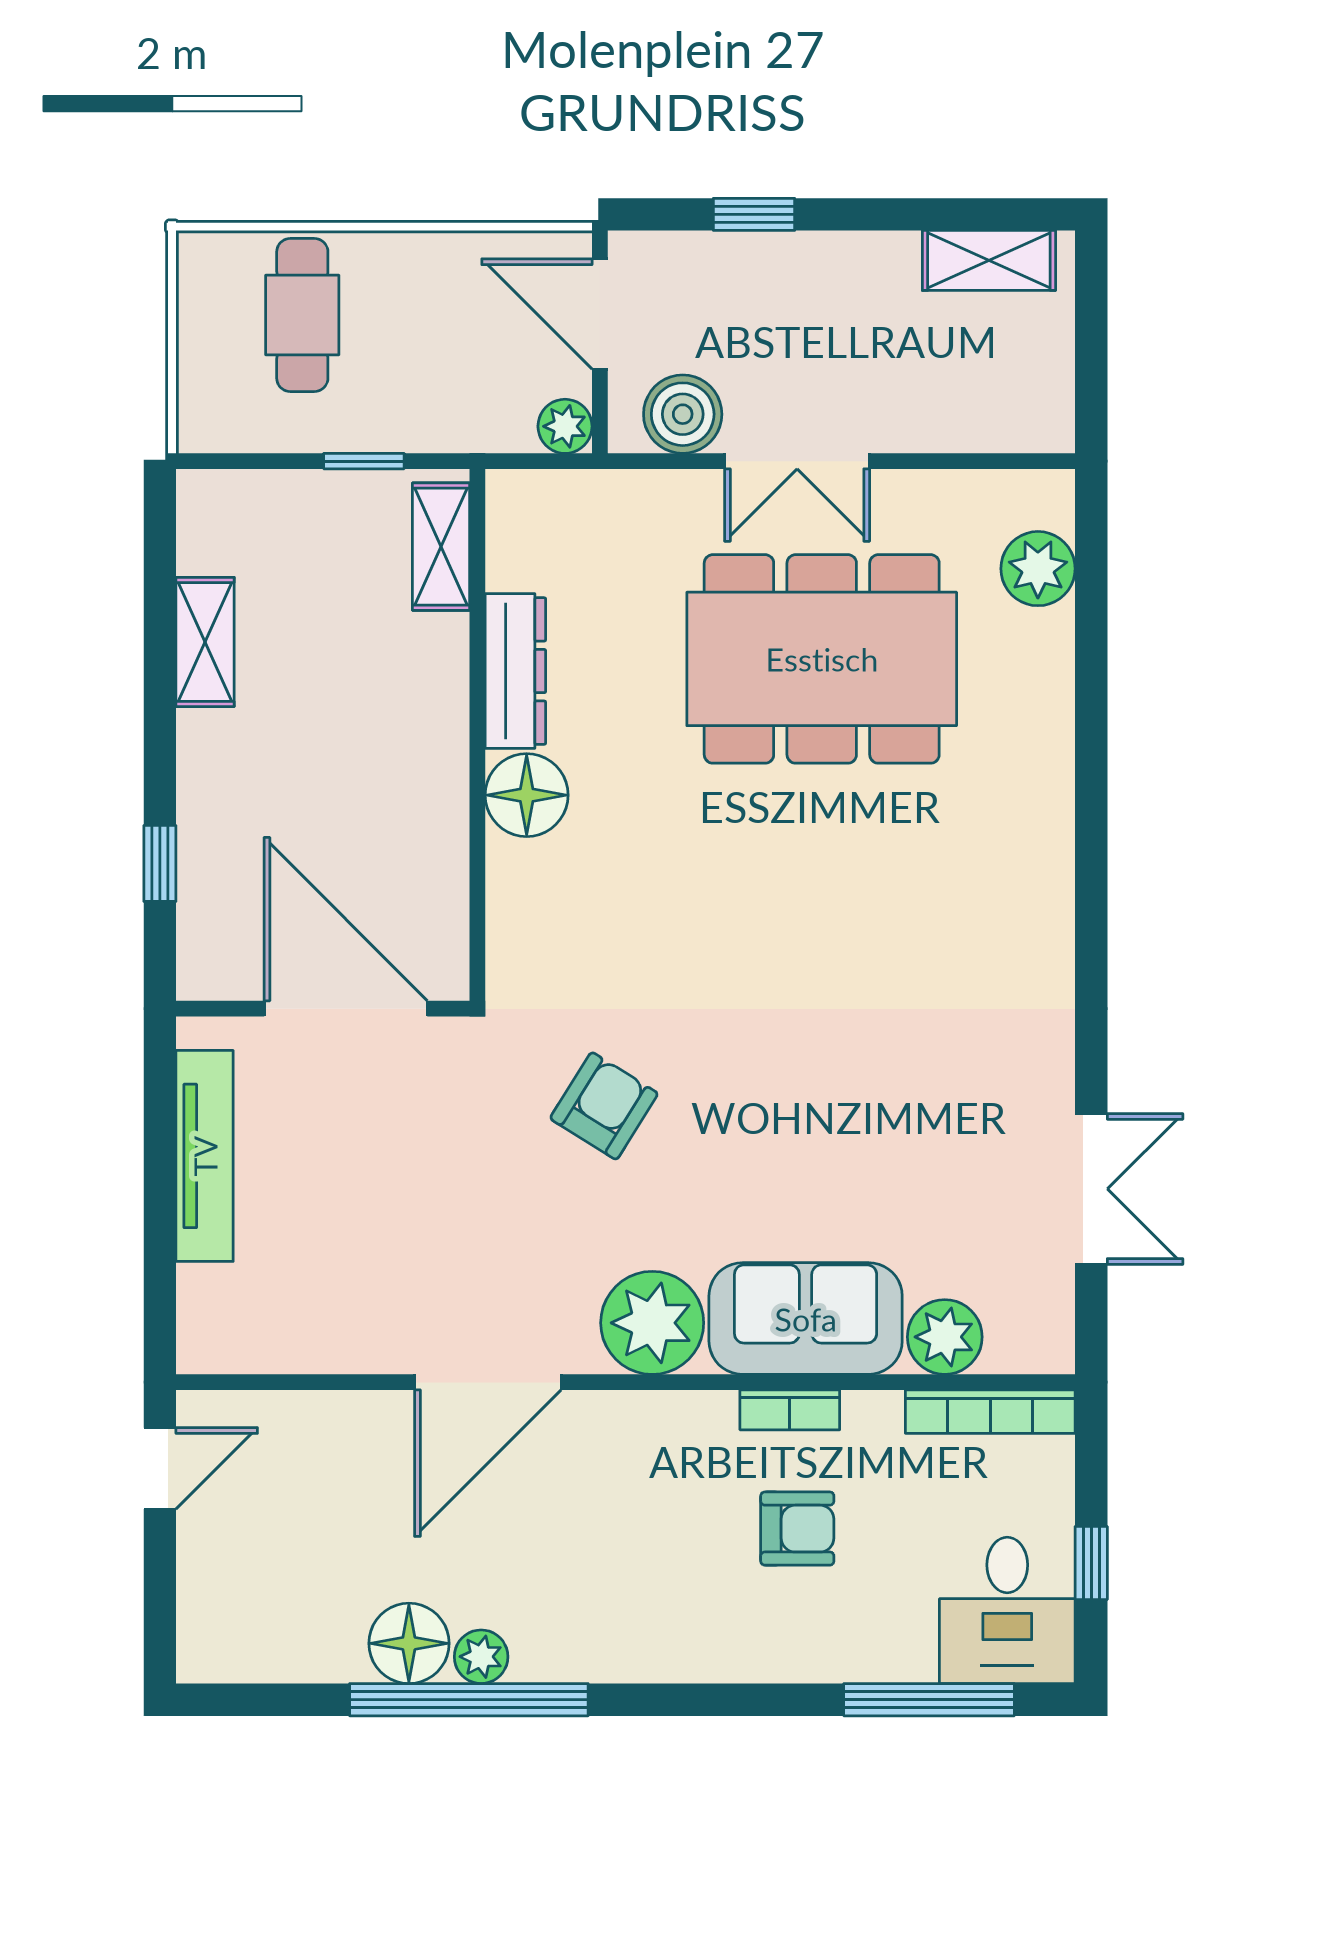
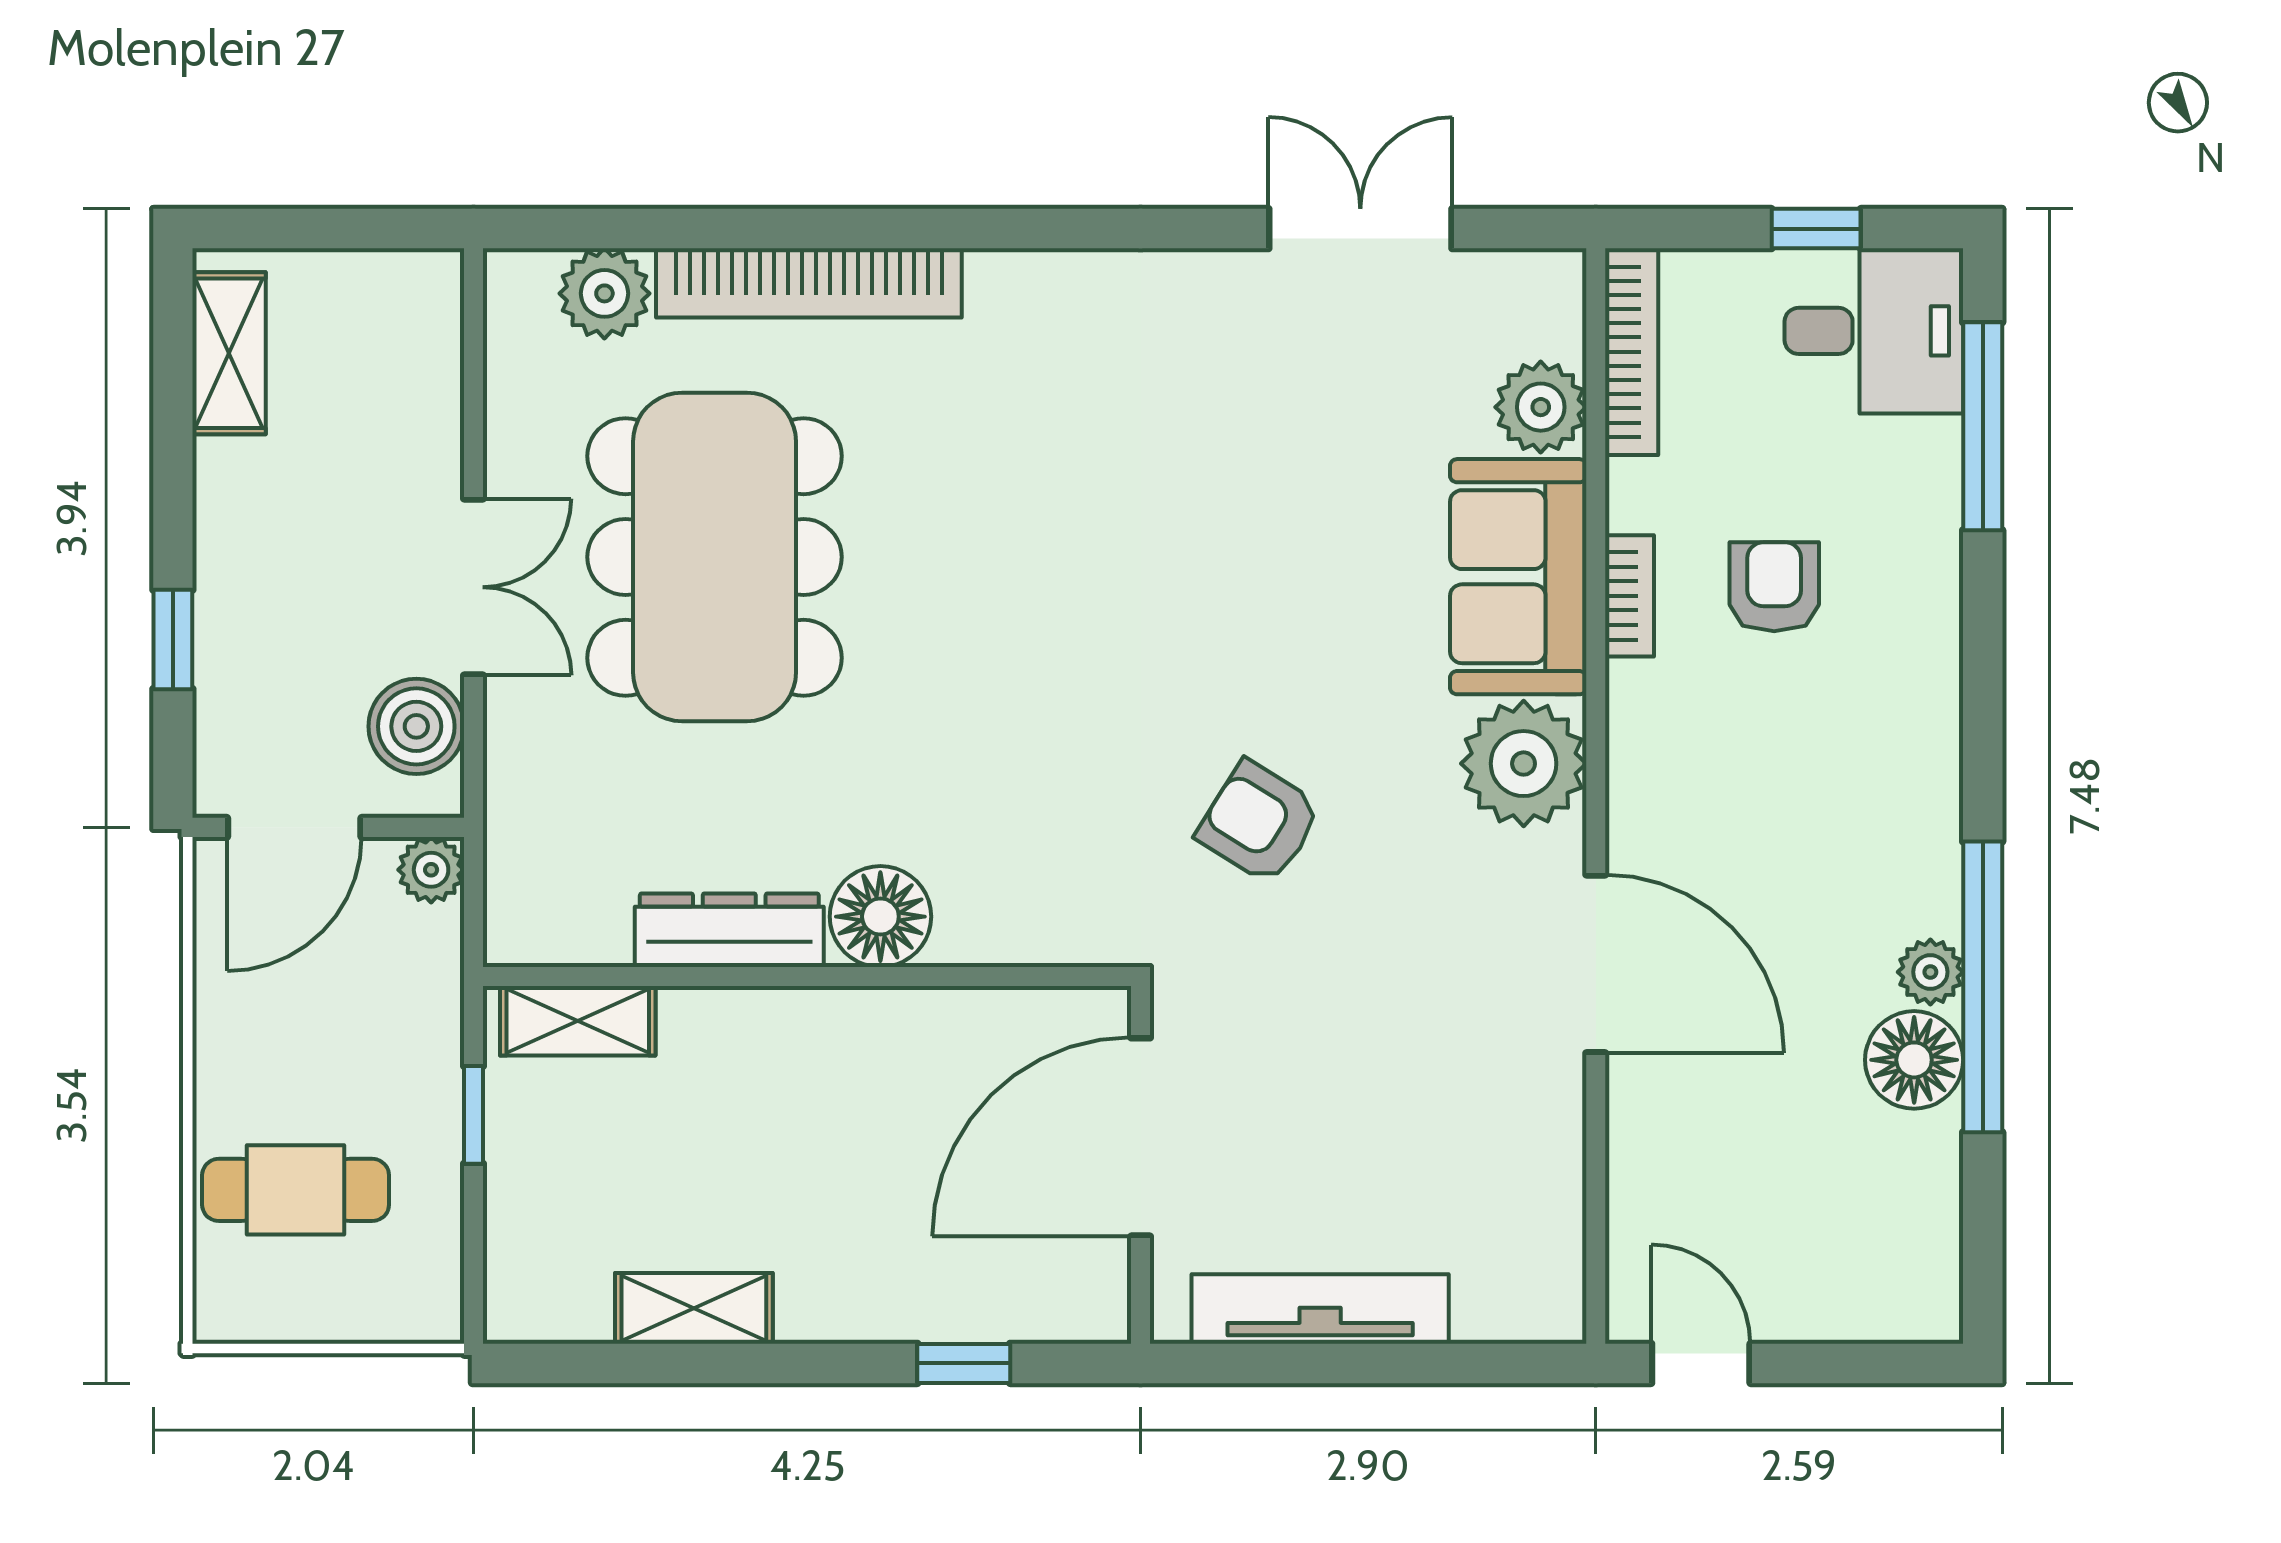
bookcase: (1047, 736) -> (809, 283), added

